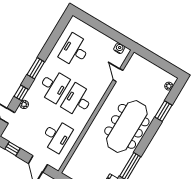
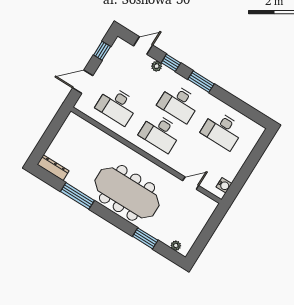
desk: (75, 50) -> (222, 130), turned 180
desk: (78, 100) -> (160, 133), turned 180

